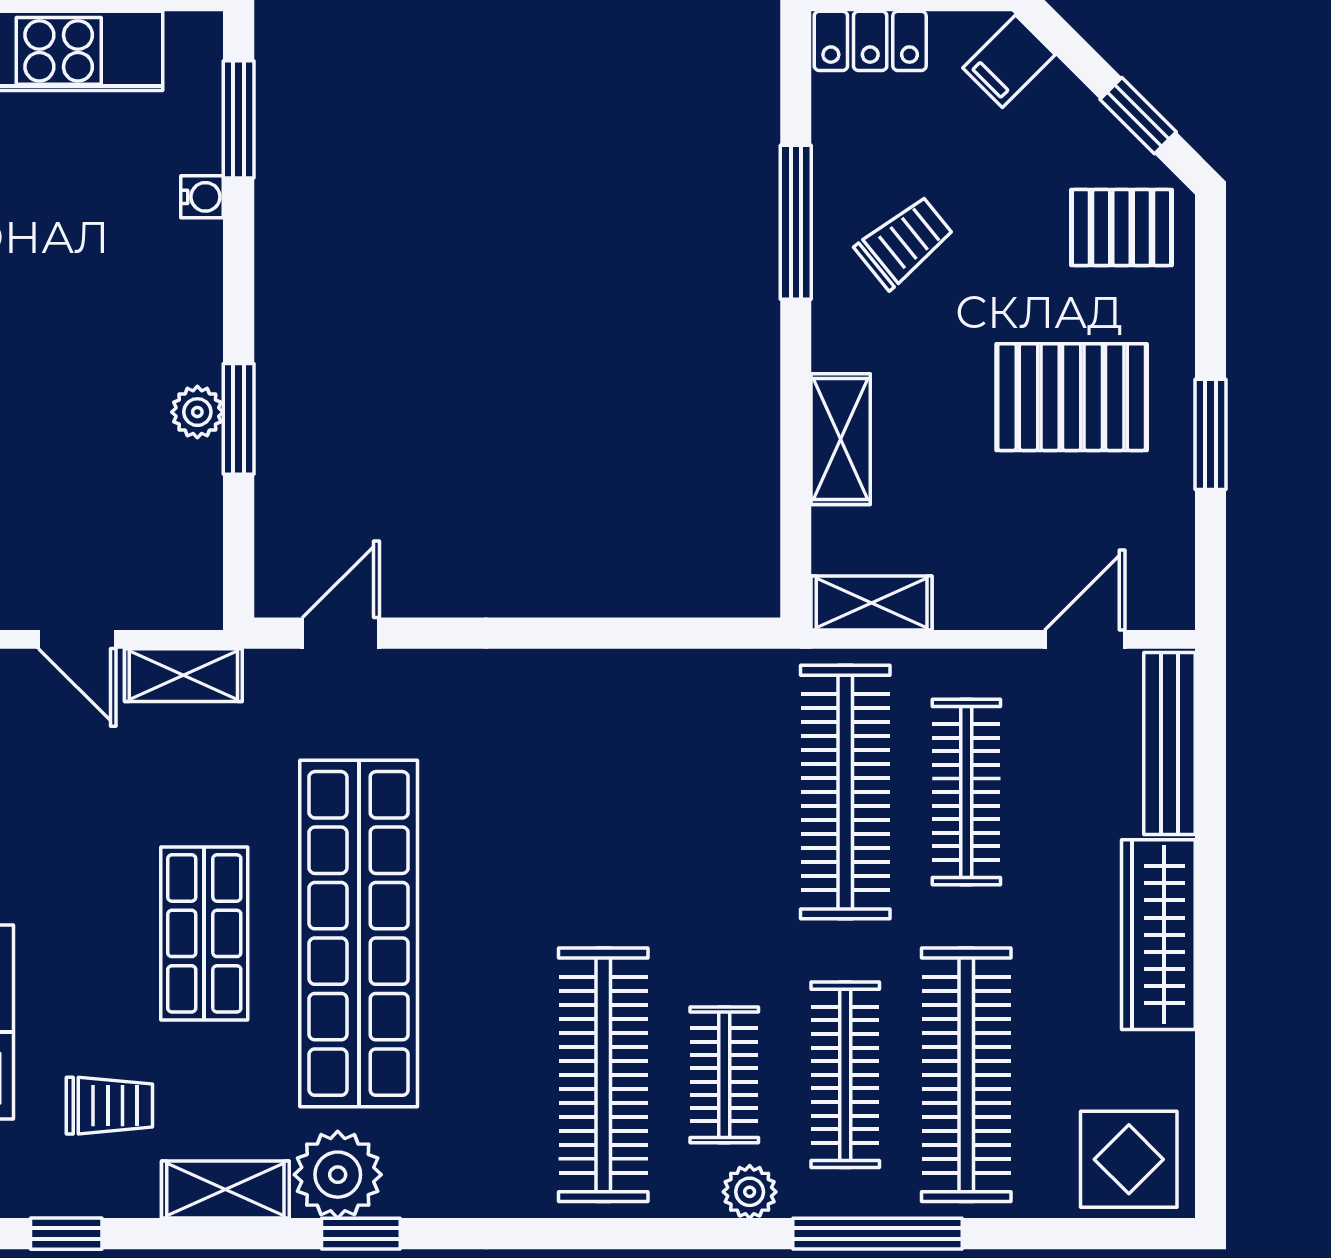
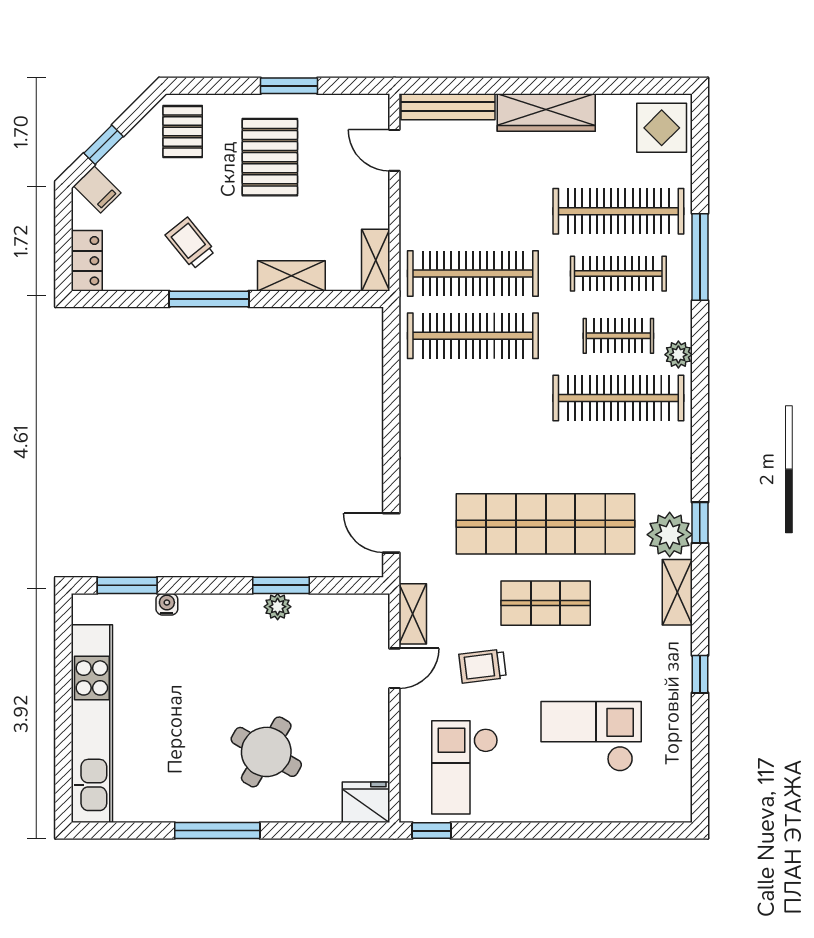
window: (1138, 116) -> (103, 145), moved
window: (796, 222) -> (209, 299), moved
clothes rail: (966, 792) -> (473, 336), moved, width x1.37, depth x1.31
trolley: (109, 1106) -> (482, 666), moved, turned -97
plant: (750, 1192) -> (678, 355), moved

